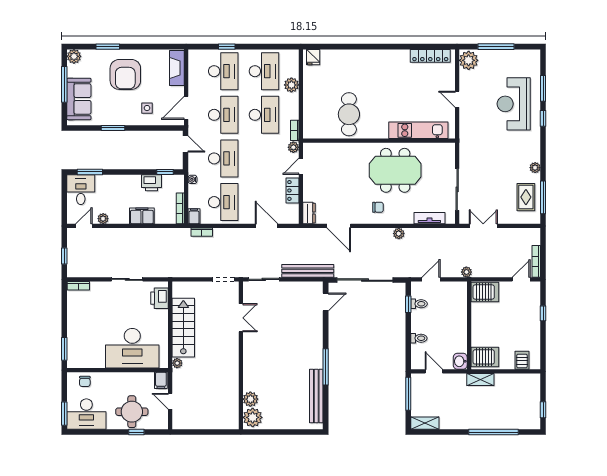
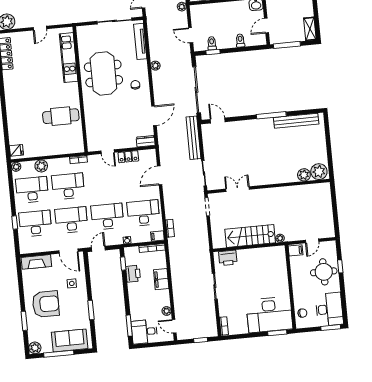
plant: (293, 147) -> (16, 167), moved
tv unit: (429, 218) -> (140, 41), width x1.41
desk: (132, 348) -> (269, 315), moved, turned 90

